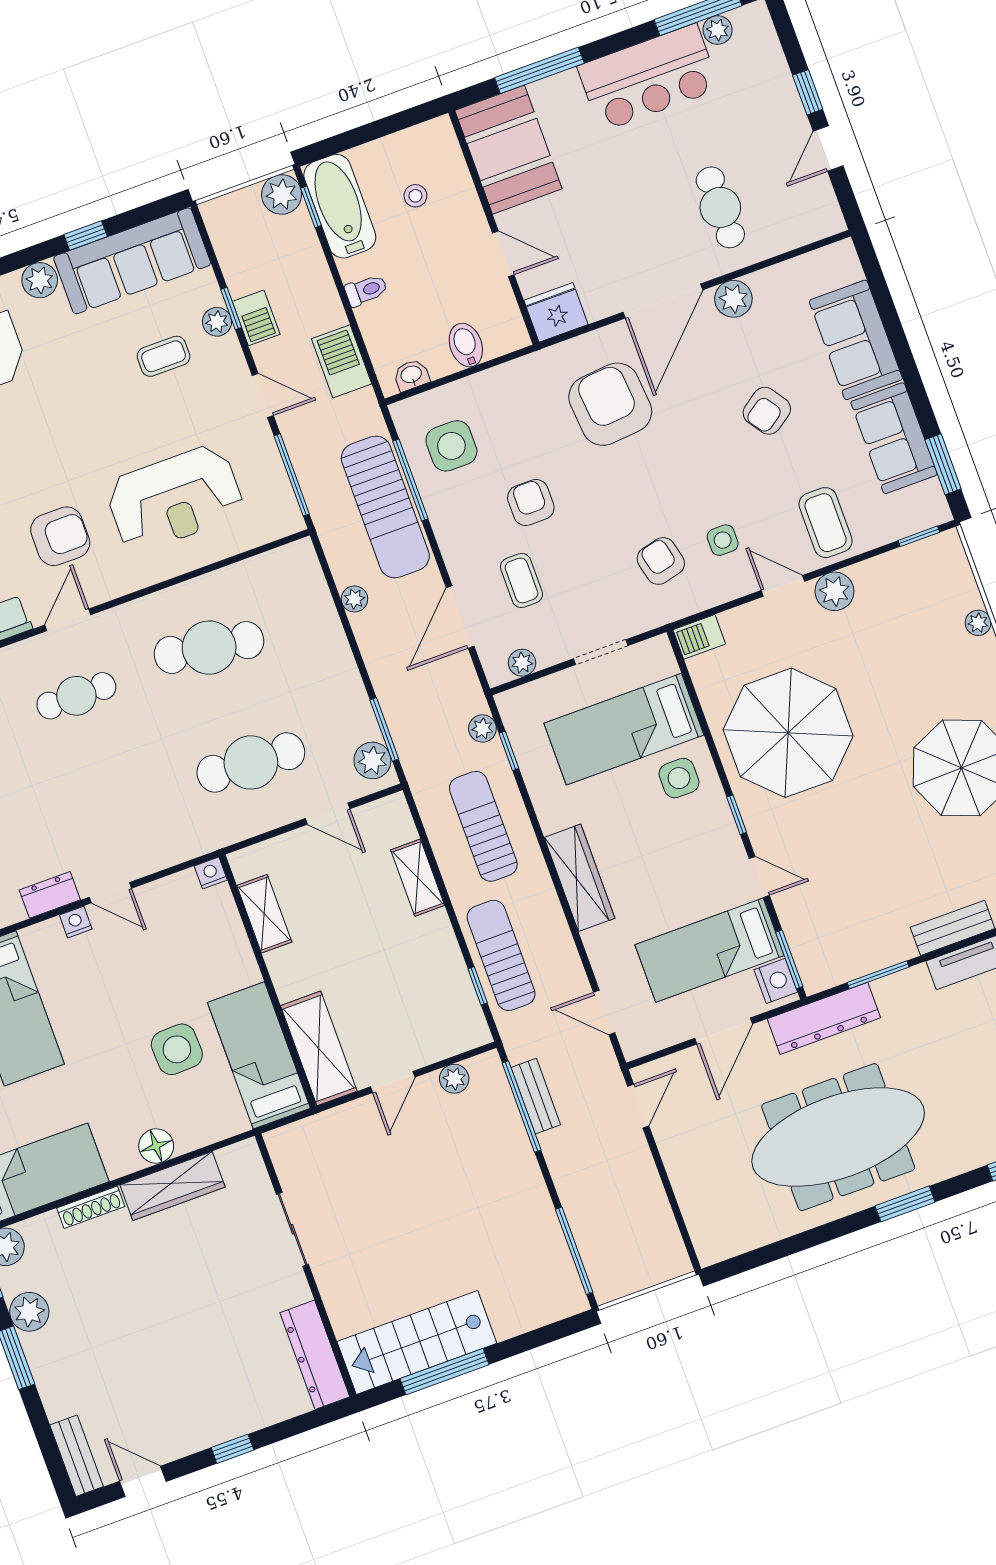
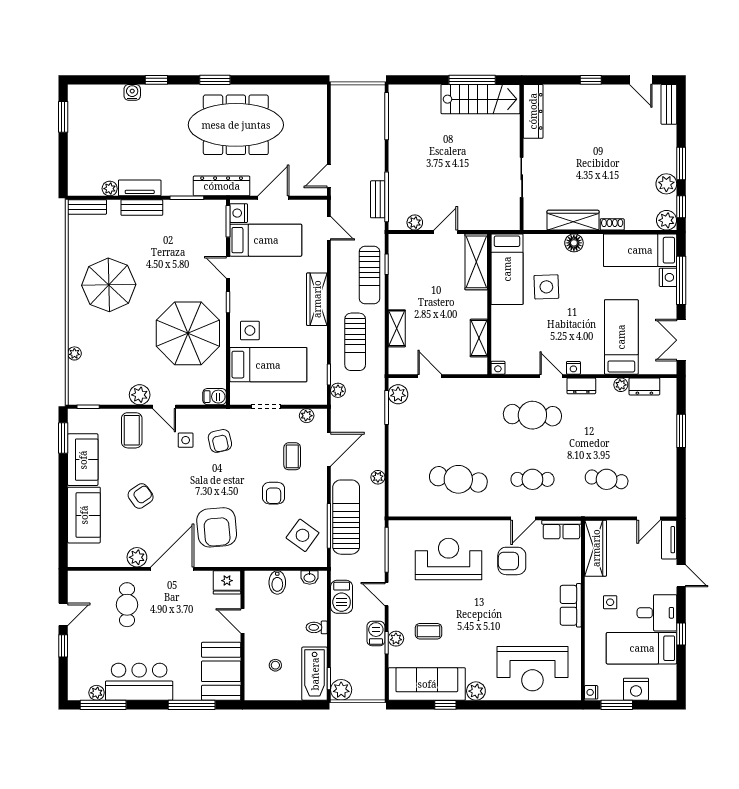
side table: (451, 446) -> (303, 535), turned 36
cafe table: (251, 762) -> (532, 415), moved
shoe rack: (91, 1207) -> (612, 224), width x0.70

